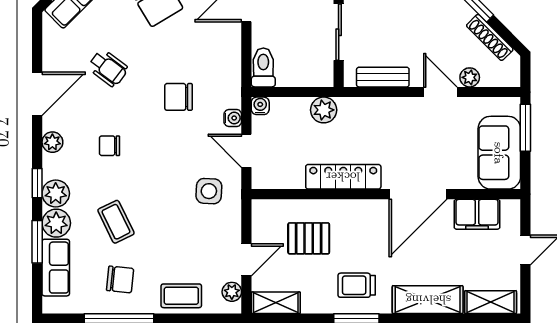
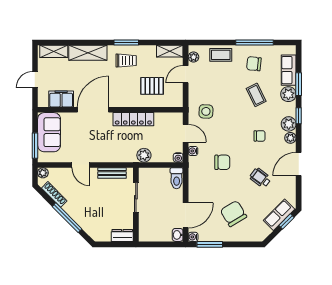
plant: (470, 77) -> (43, 173), moved
plant: (56, 193) -> (289, 124), moved

